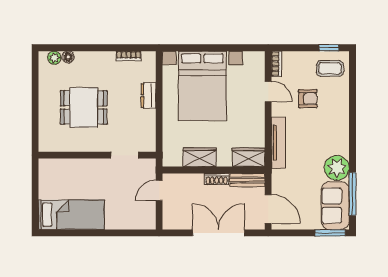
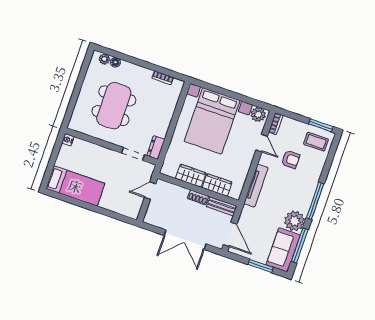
window: (329, 48) -> (321, 125), width x1.50
plant: (253, 60) -> (258, 114), added
dresser: (148, 96) -> (156, 147), moved
dining table: (84, 107) -> (114, 106), width x1.38
window: (352, 137) -> (315, 201), added
wardrobe: (249, 157) -> (217, 185), moved
nightstand: (44, 165) -> (68, 140), added
double door: (219, 233) -> (185, 240), swing flipped
window: (330, 233) -> (261, 266), moved

